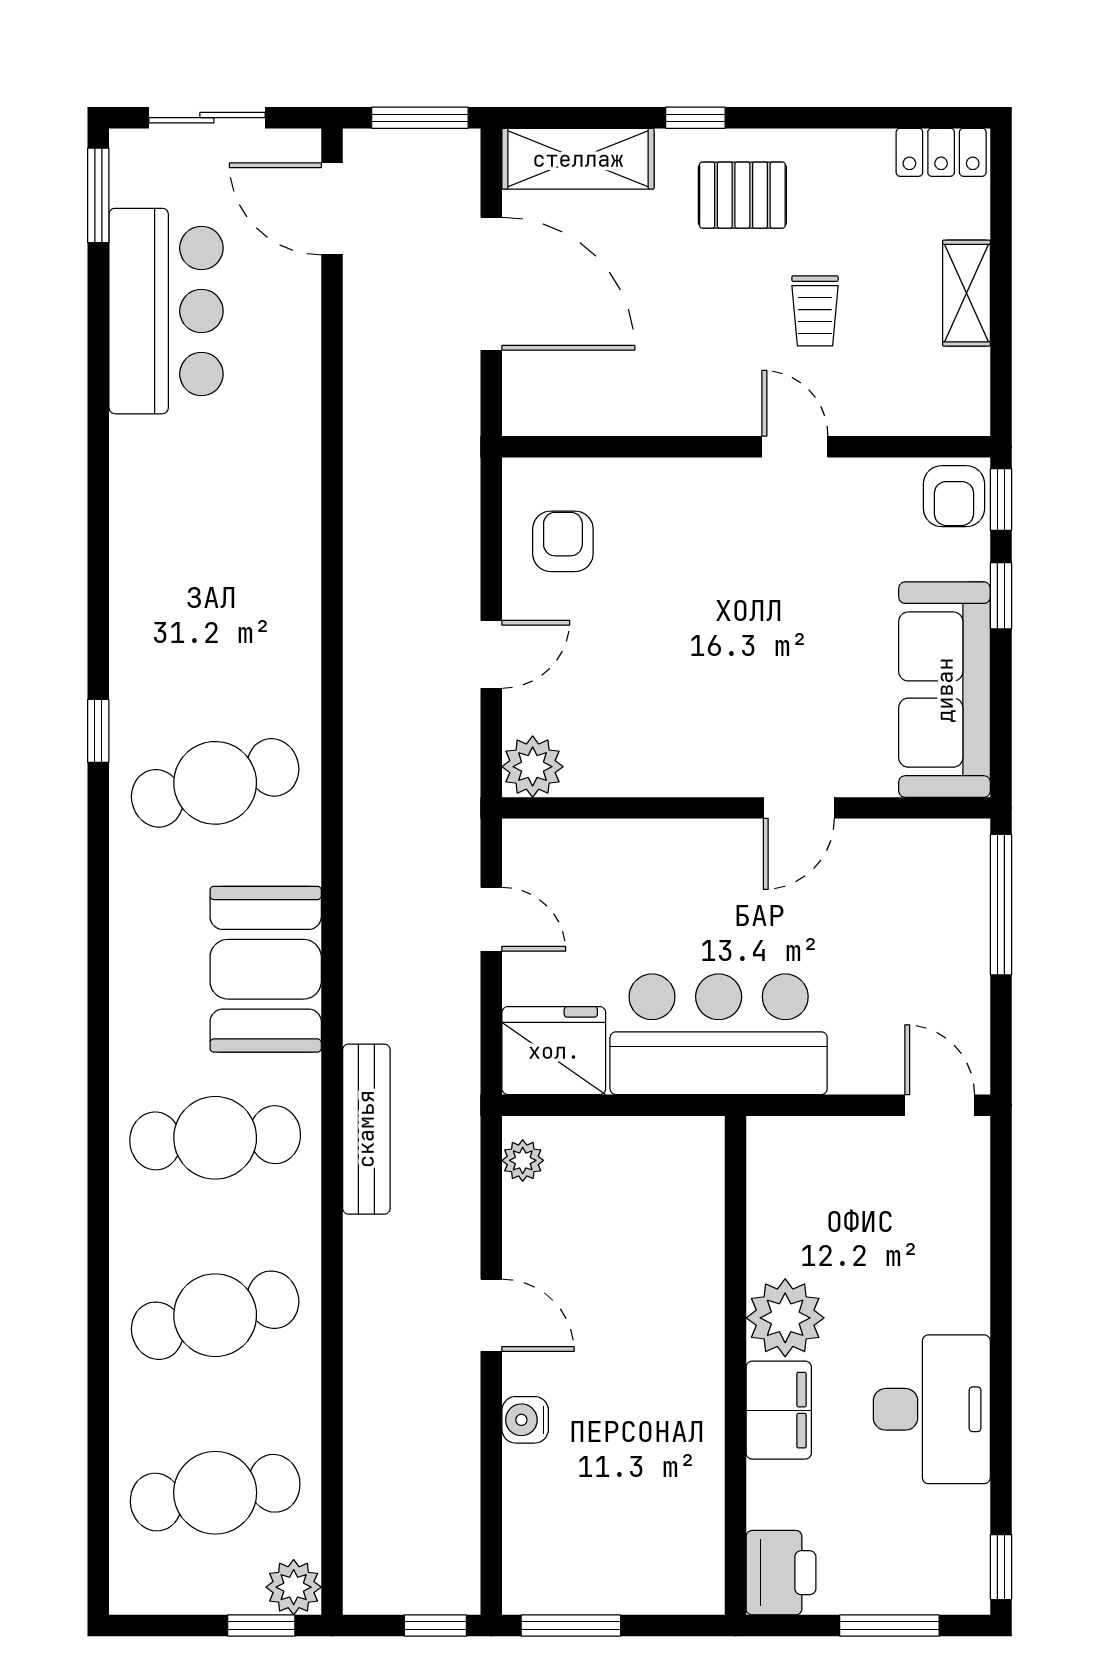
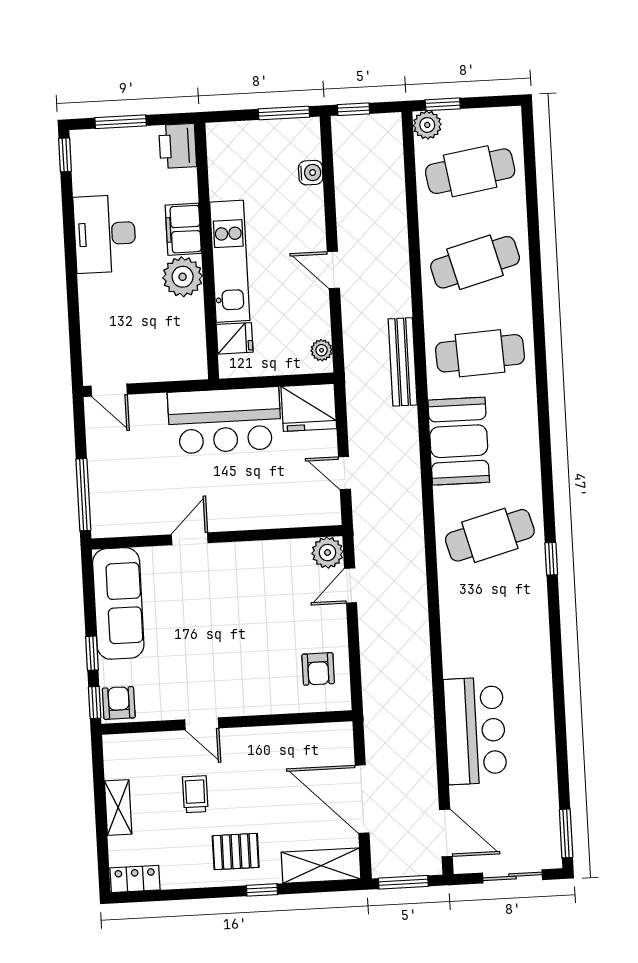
bar counter: (166, 311) -> (475, 731), moved, turned 180
door: (491, 654) -> (351, 586), moved
fridge: (690, 1193) -> (235, 338), added
kitchen unit: (692, 1343) -> (230, 261), added
water cooler: (525, 1420) -> (311, 173), moved

